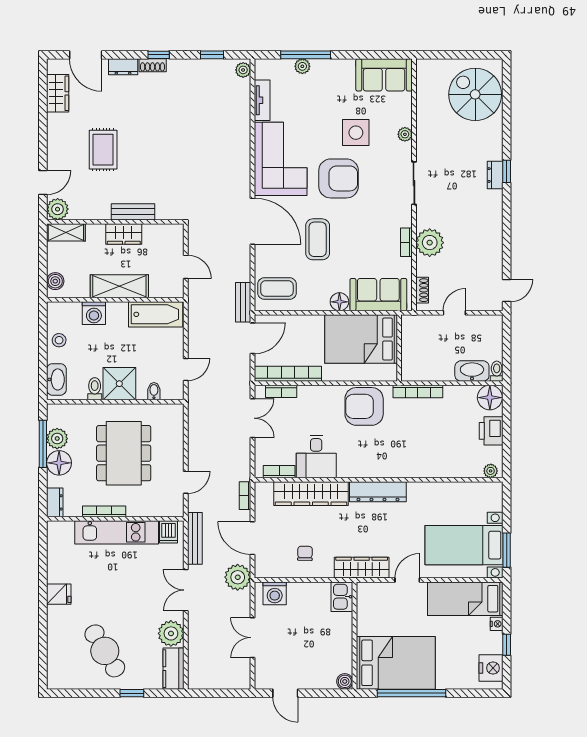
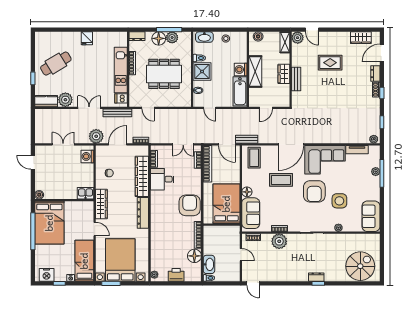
washing machine: (94, 313) -> (241, 70), moved
floor lamp: (490, 398) -> (194, 256), moved
bed with nightstands: (464, 545) -> (120, 260), width x1.36
door: (285, 693) -> (33, 162), hinge flipped

